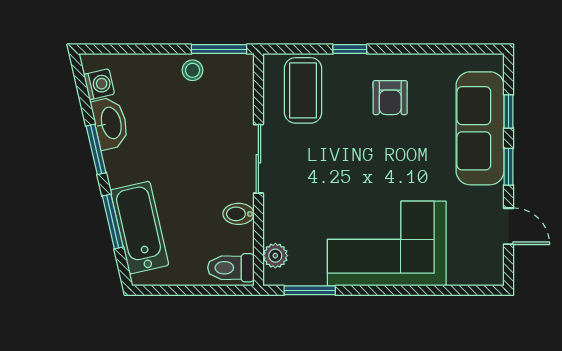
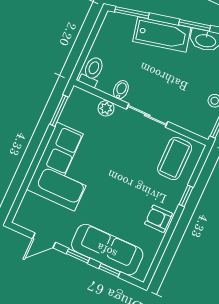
coffee table: (303, 90) -> (175, 158), turned 90
armchair: (390, 98) -> (158, 219), moved
window: (113, 221) -> (132, 13), moved
bathtub: (140, 228) -> (162, 34), moved
plant: (275, 256) -> (106, 108), moved

